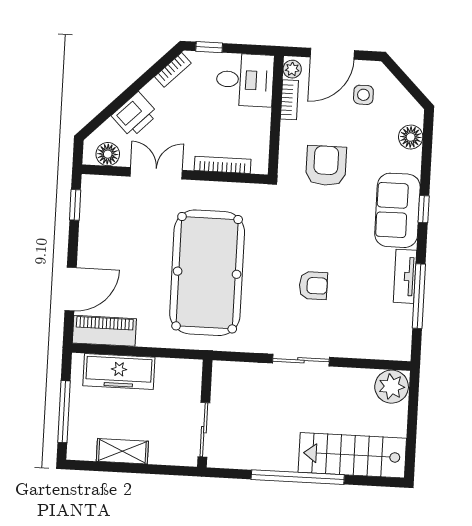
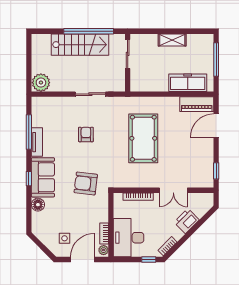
desk: (245, 80) -> (129, 238), width x1.37
floor lamp: (411, 137) -> (38, 205), moved
floor lamp: (108, 154) -> (200, 199), removed
armchair: (326, 166) -> (86, 183), moved, turned 97
pool table: (207, 273) -> (143, 138), width x0.73, depth x0.76
armchair: (313, 286) -> (86, 134), turned 90
wall: (205, 414) -> (128, 63), moved
sliding door: (204, 430) -> (128, 54), moved
shelving: (122, 451) -> (172, 40), moved
stairs: (352, 455) -> (80, 45), moved

